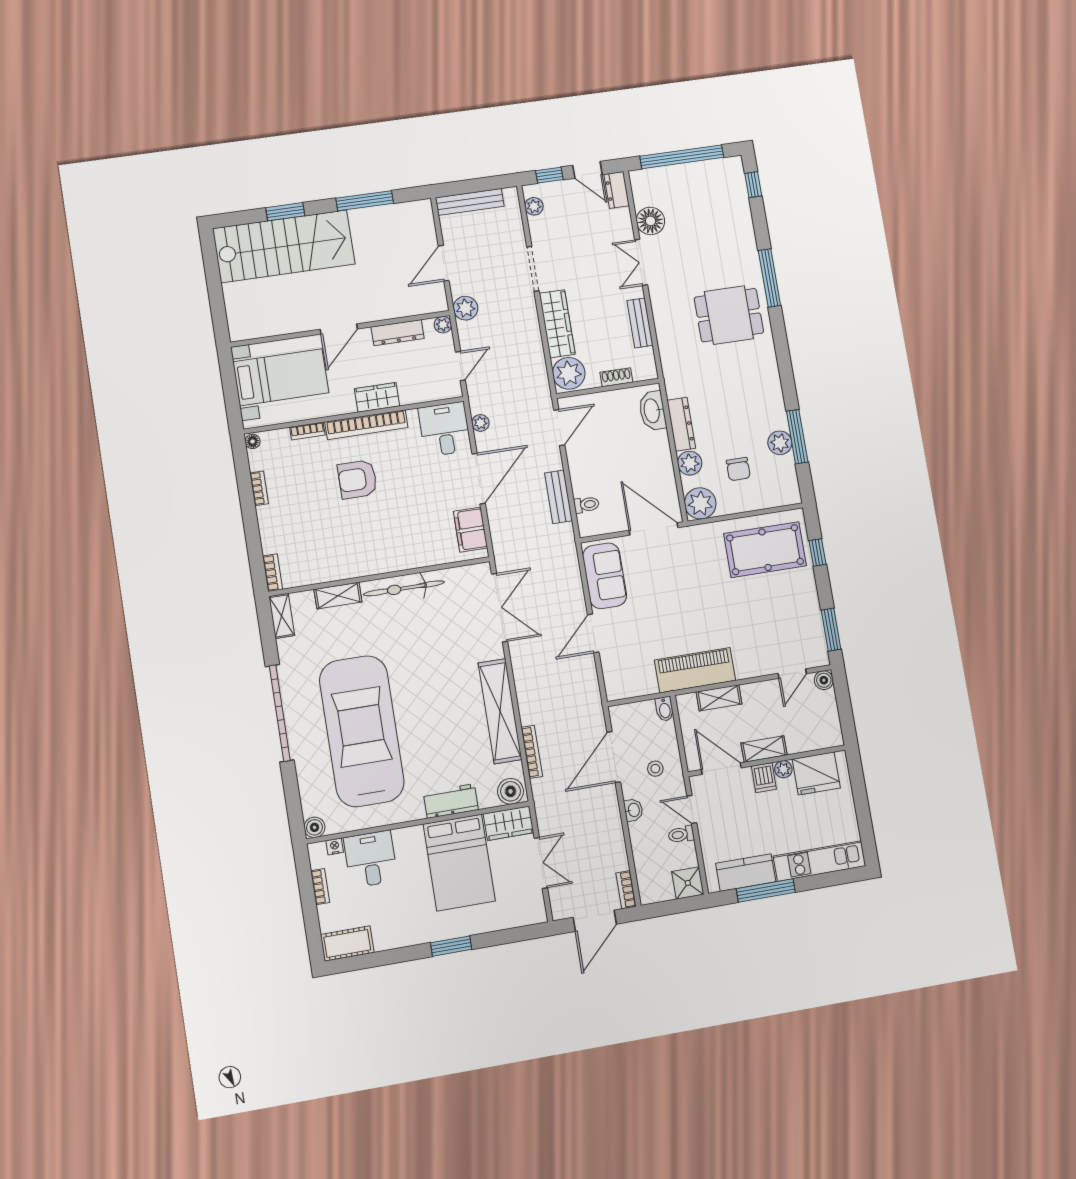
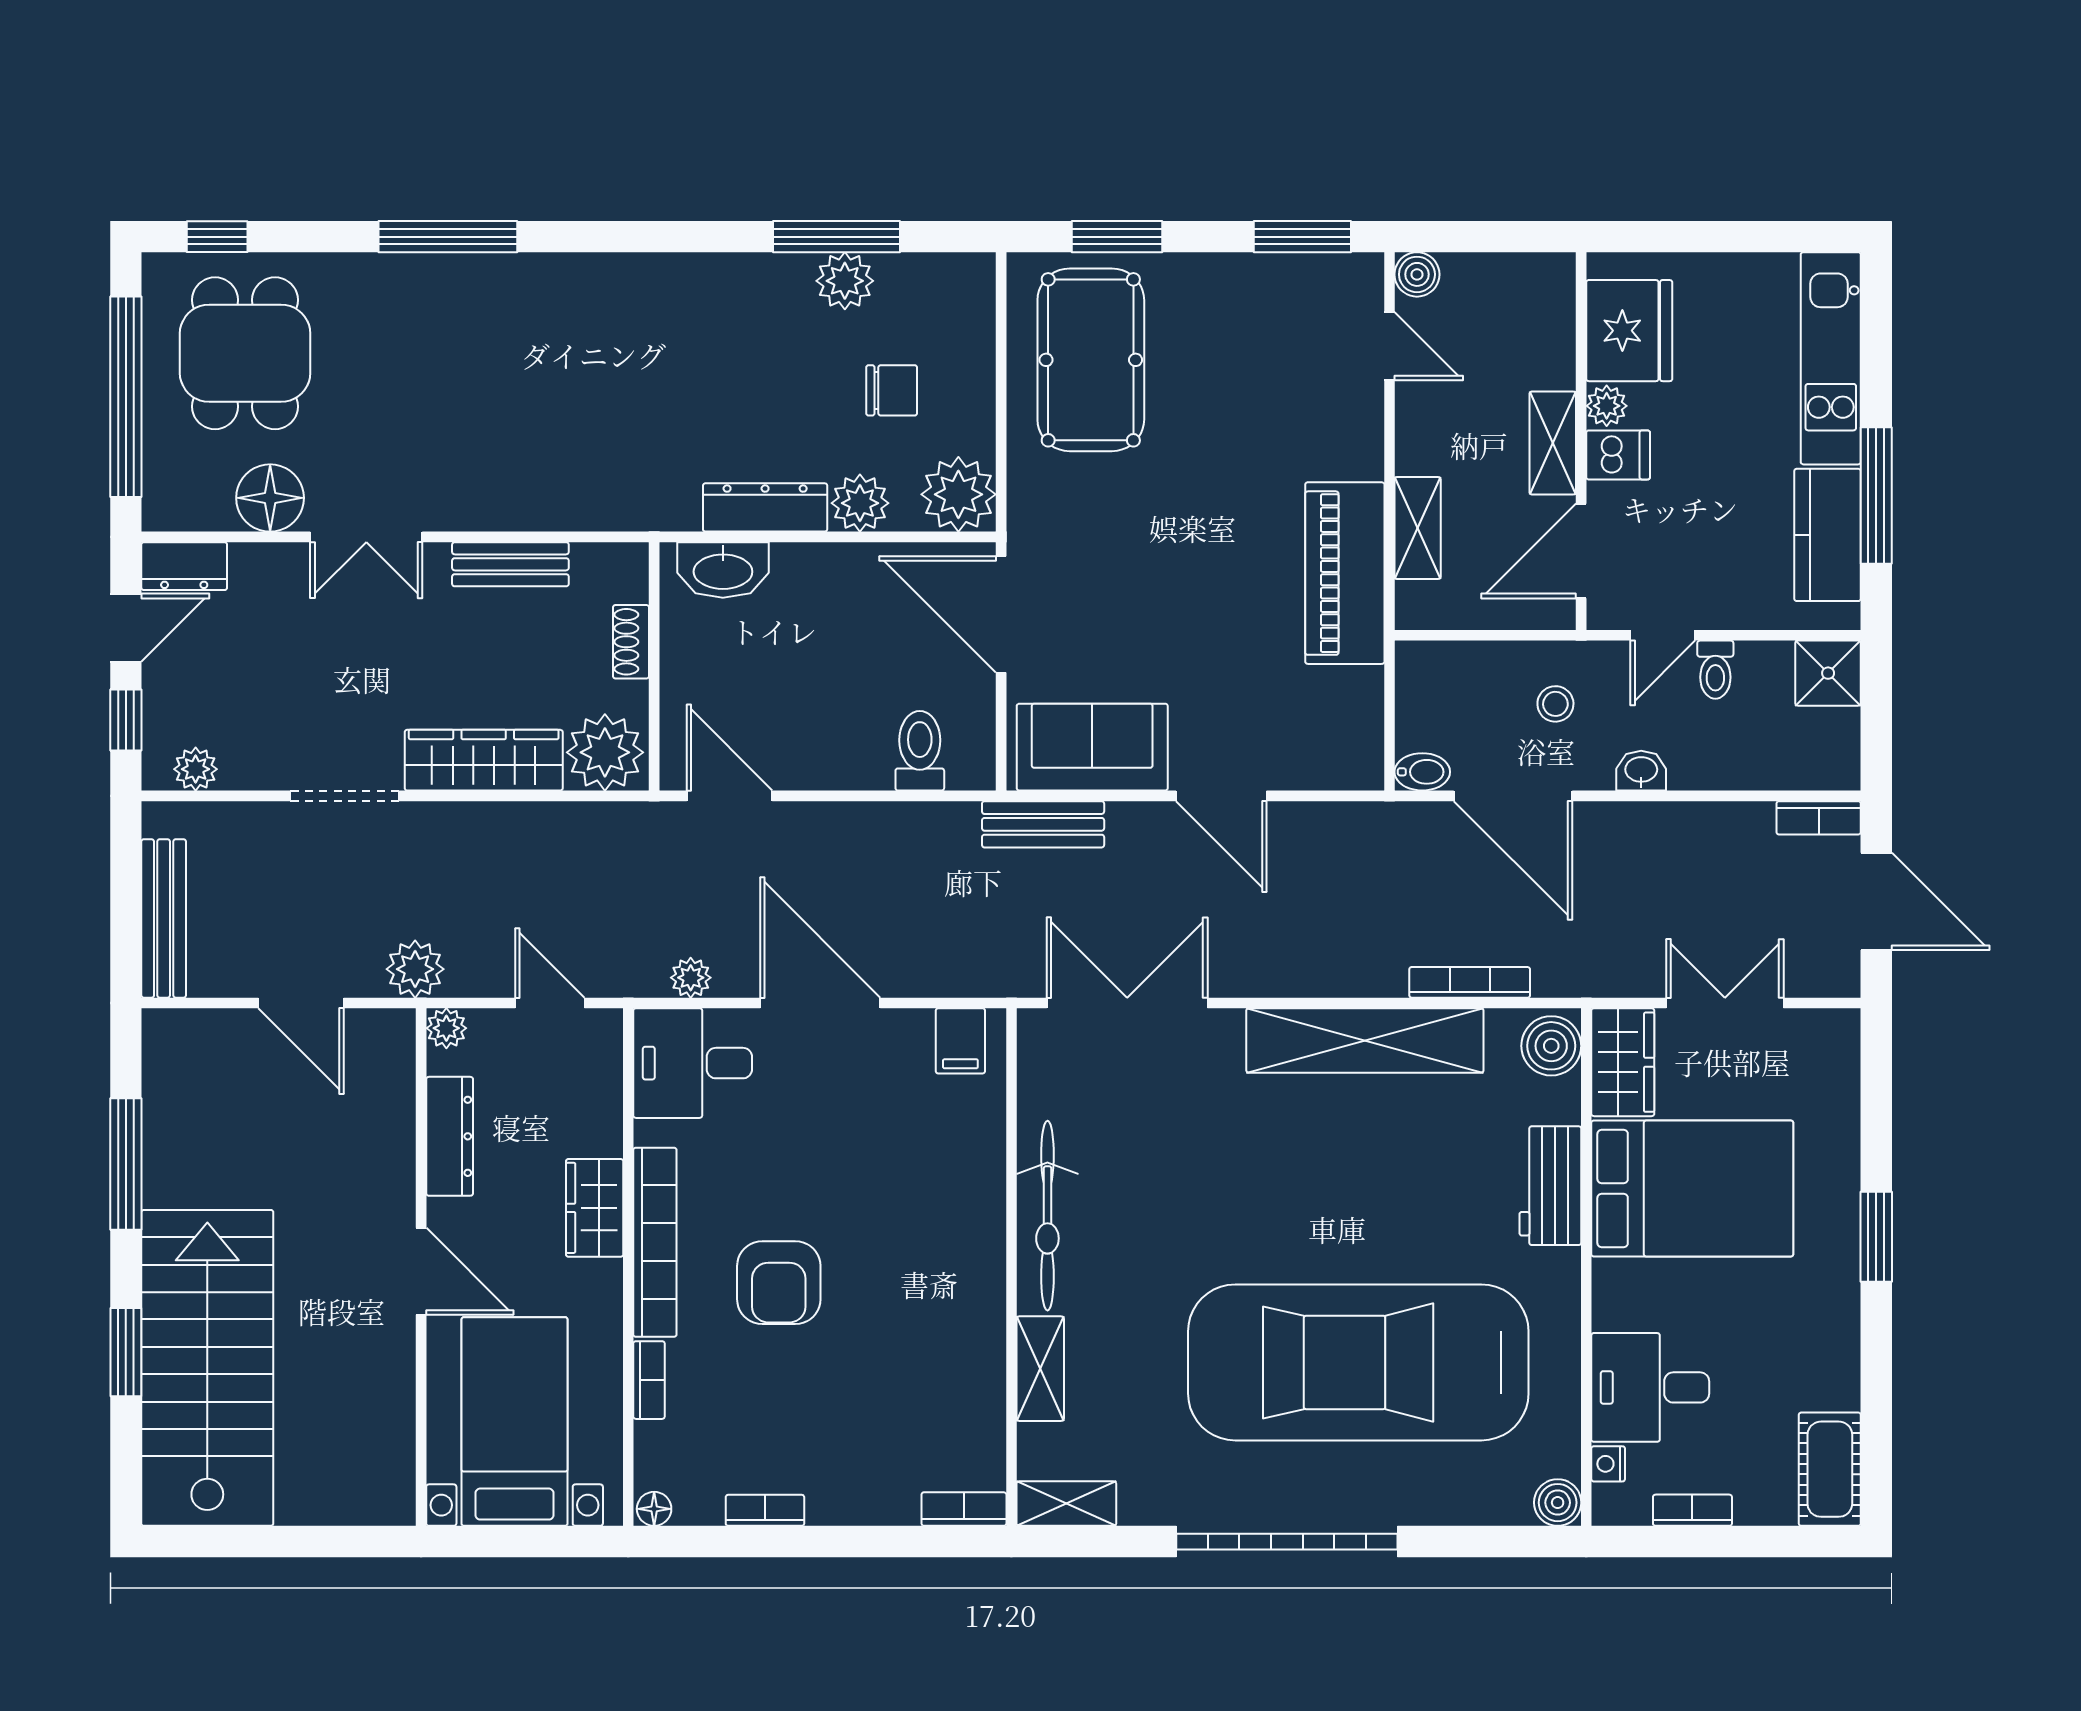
dining table: (729, 315) -> (245, 353), moved
bench: (558, 497) -> (1043, 824), moved
toilet: (586, 505) -> (920, 751), width x1.37, depth x1.39
door: (654, 529) -> (1001, 614), hinge flipped
filing cabinet: (470, 530) -> (960, 1041), width x0.50
window: (817, 552) -> (1117, 237), width x1.50
bidet: (665, 709) -> (1422, 772), moved

